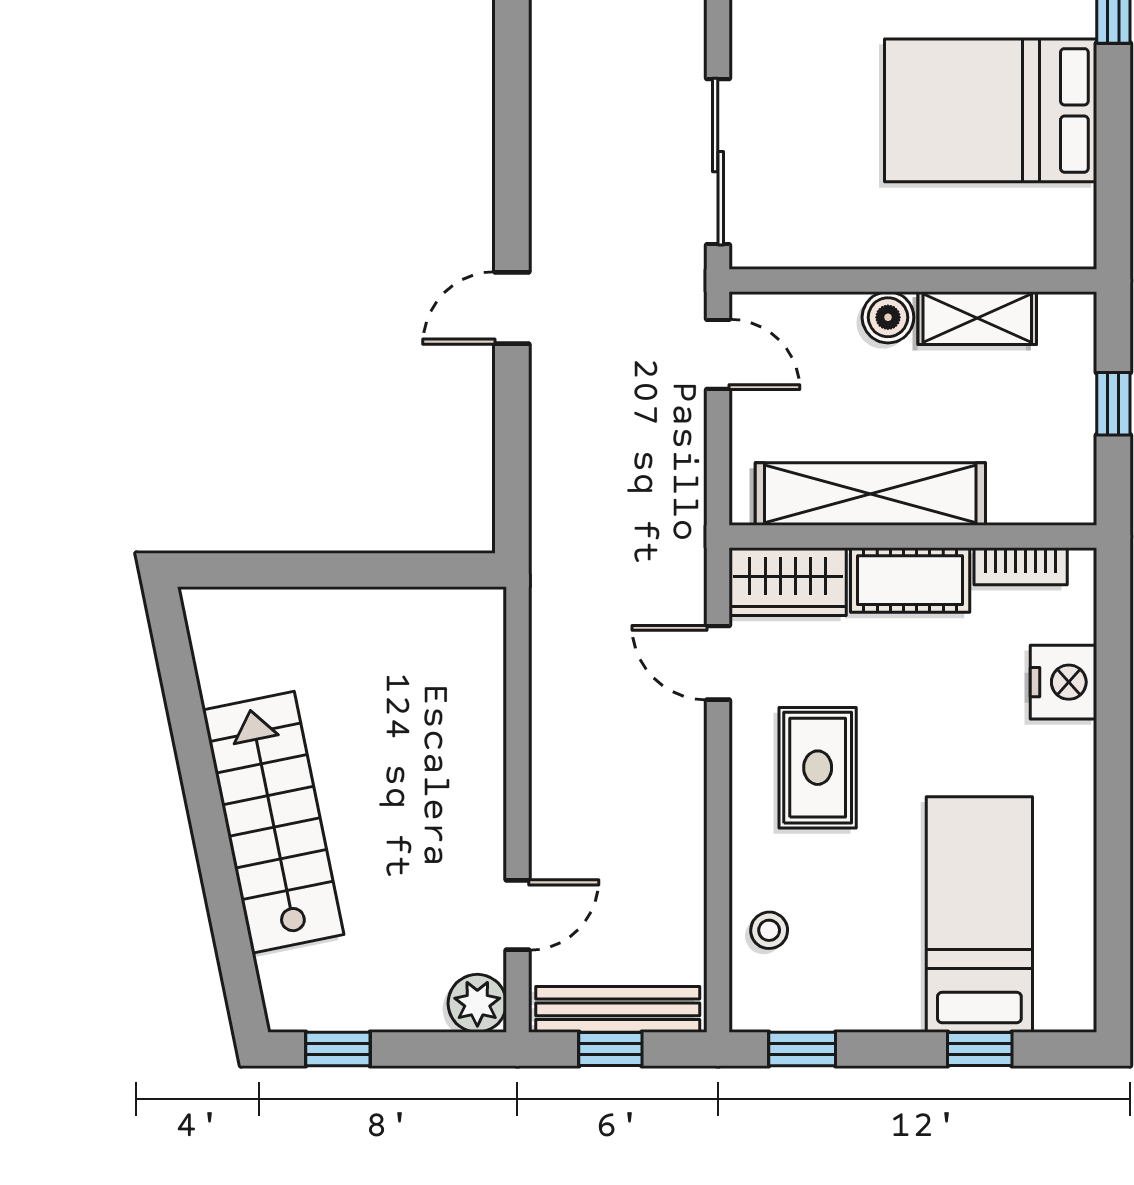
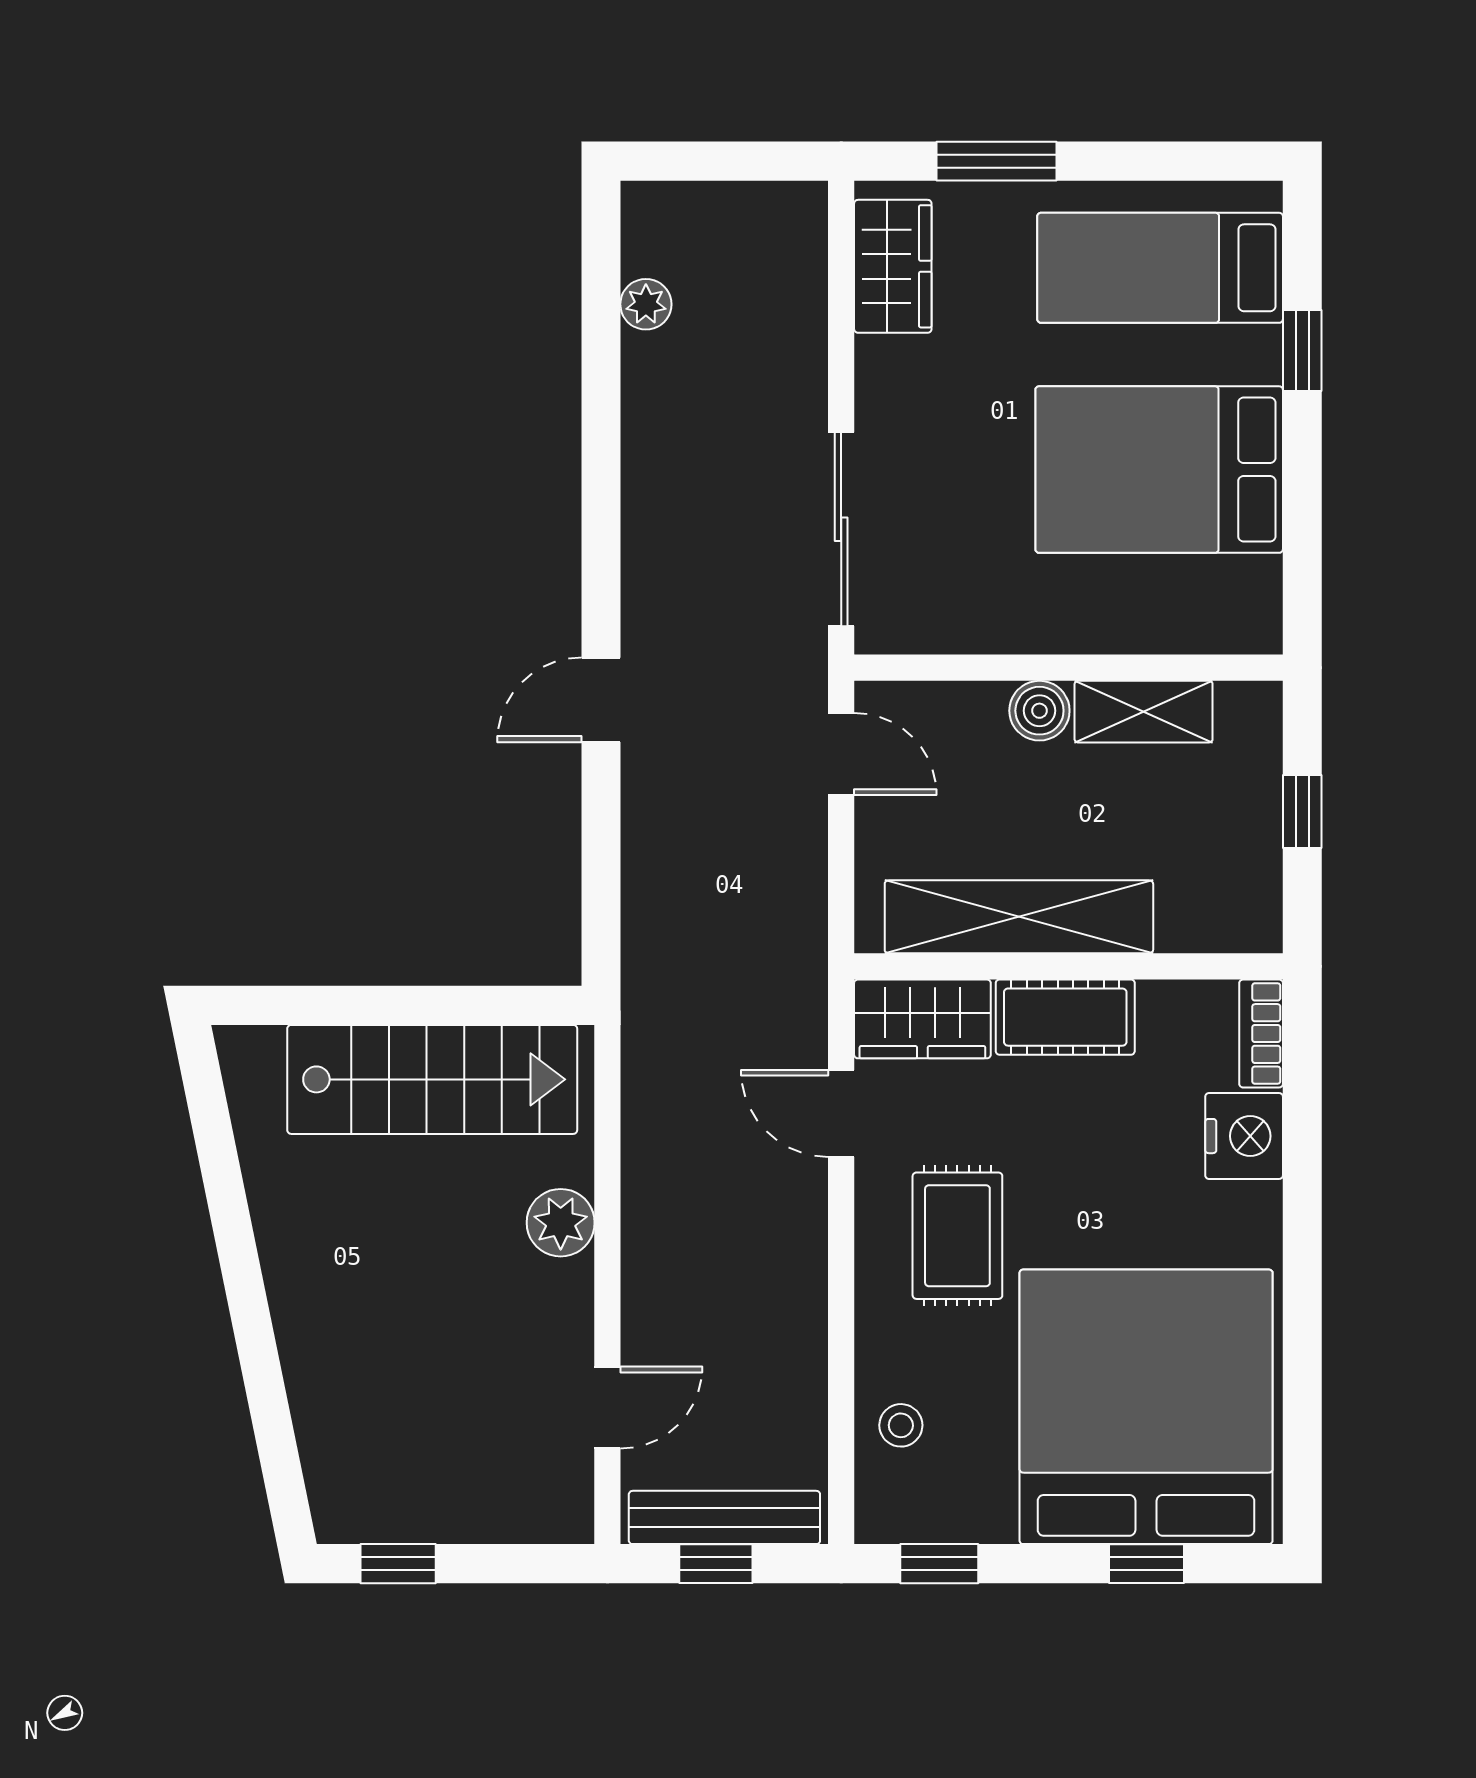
bookcase: (1021, 566) -> (1261, 1034), moved, turned 90
stairs: (273, 822) -> (432, 1079), moved, turned 102
bed: (979, 914) -> (1146, 1407), width x2.04
plant: (477, 1003) -> (561, 1223), moved

